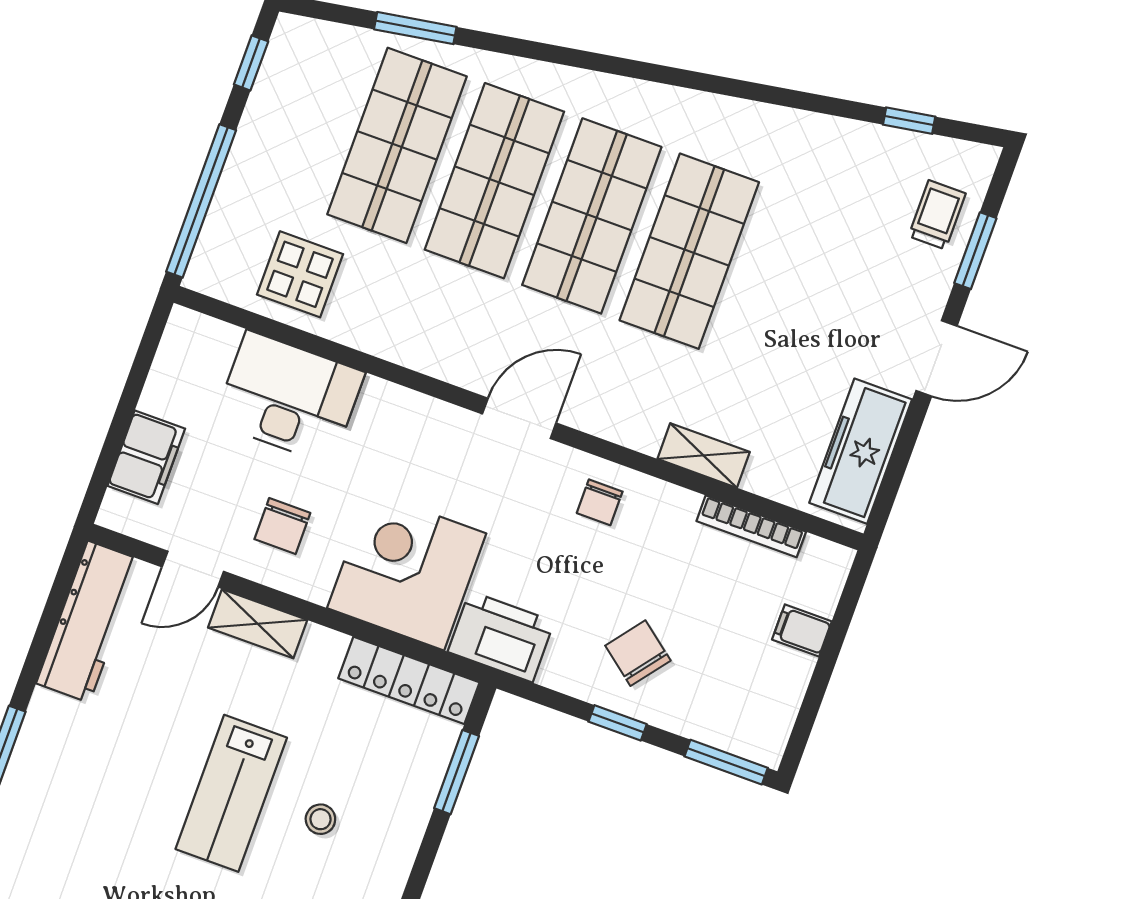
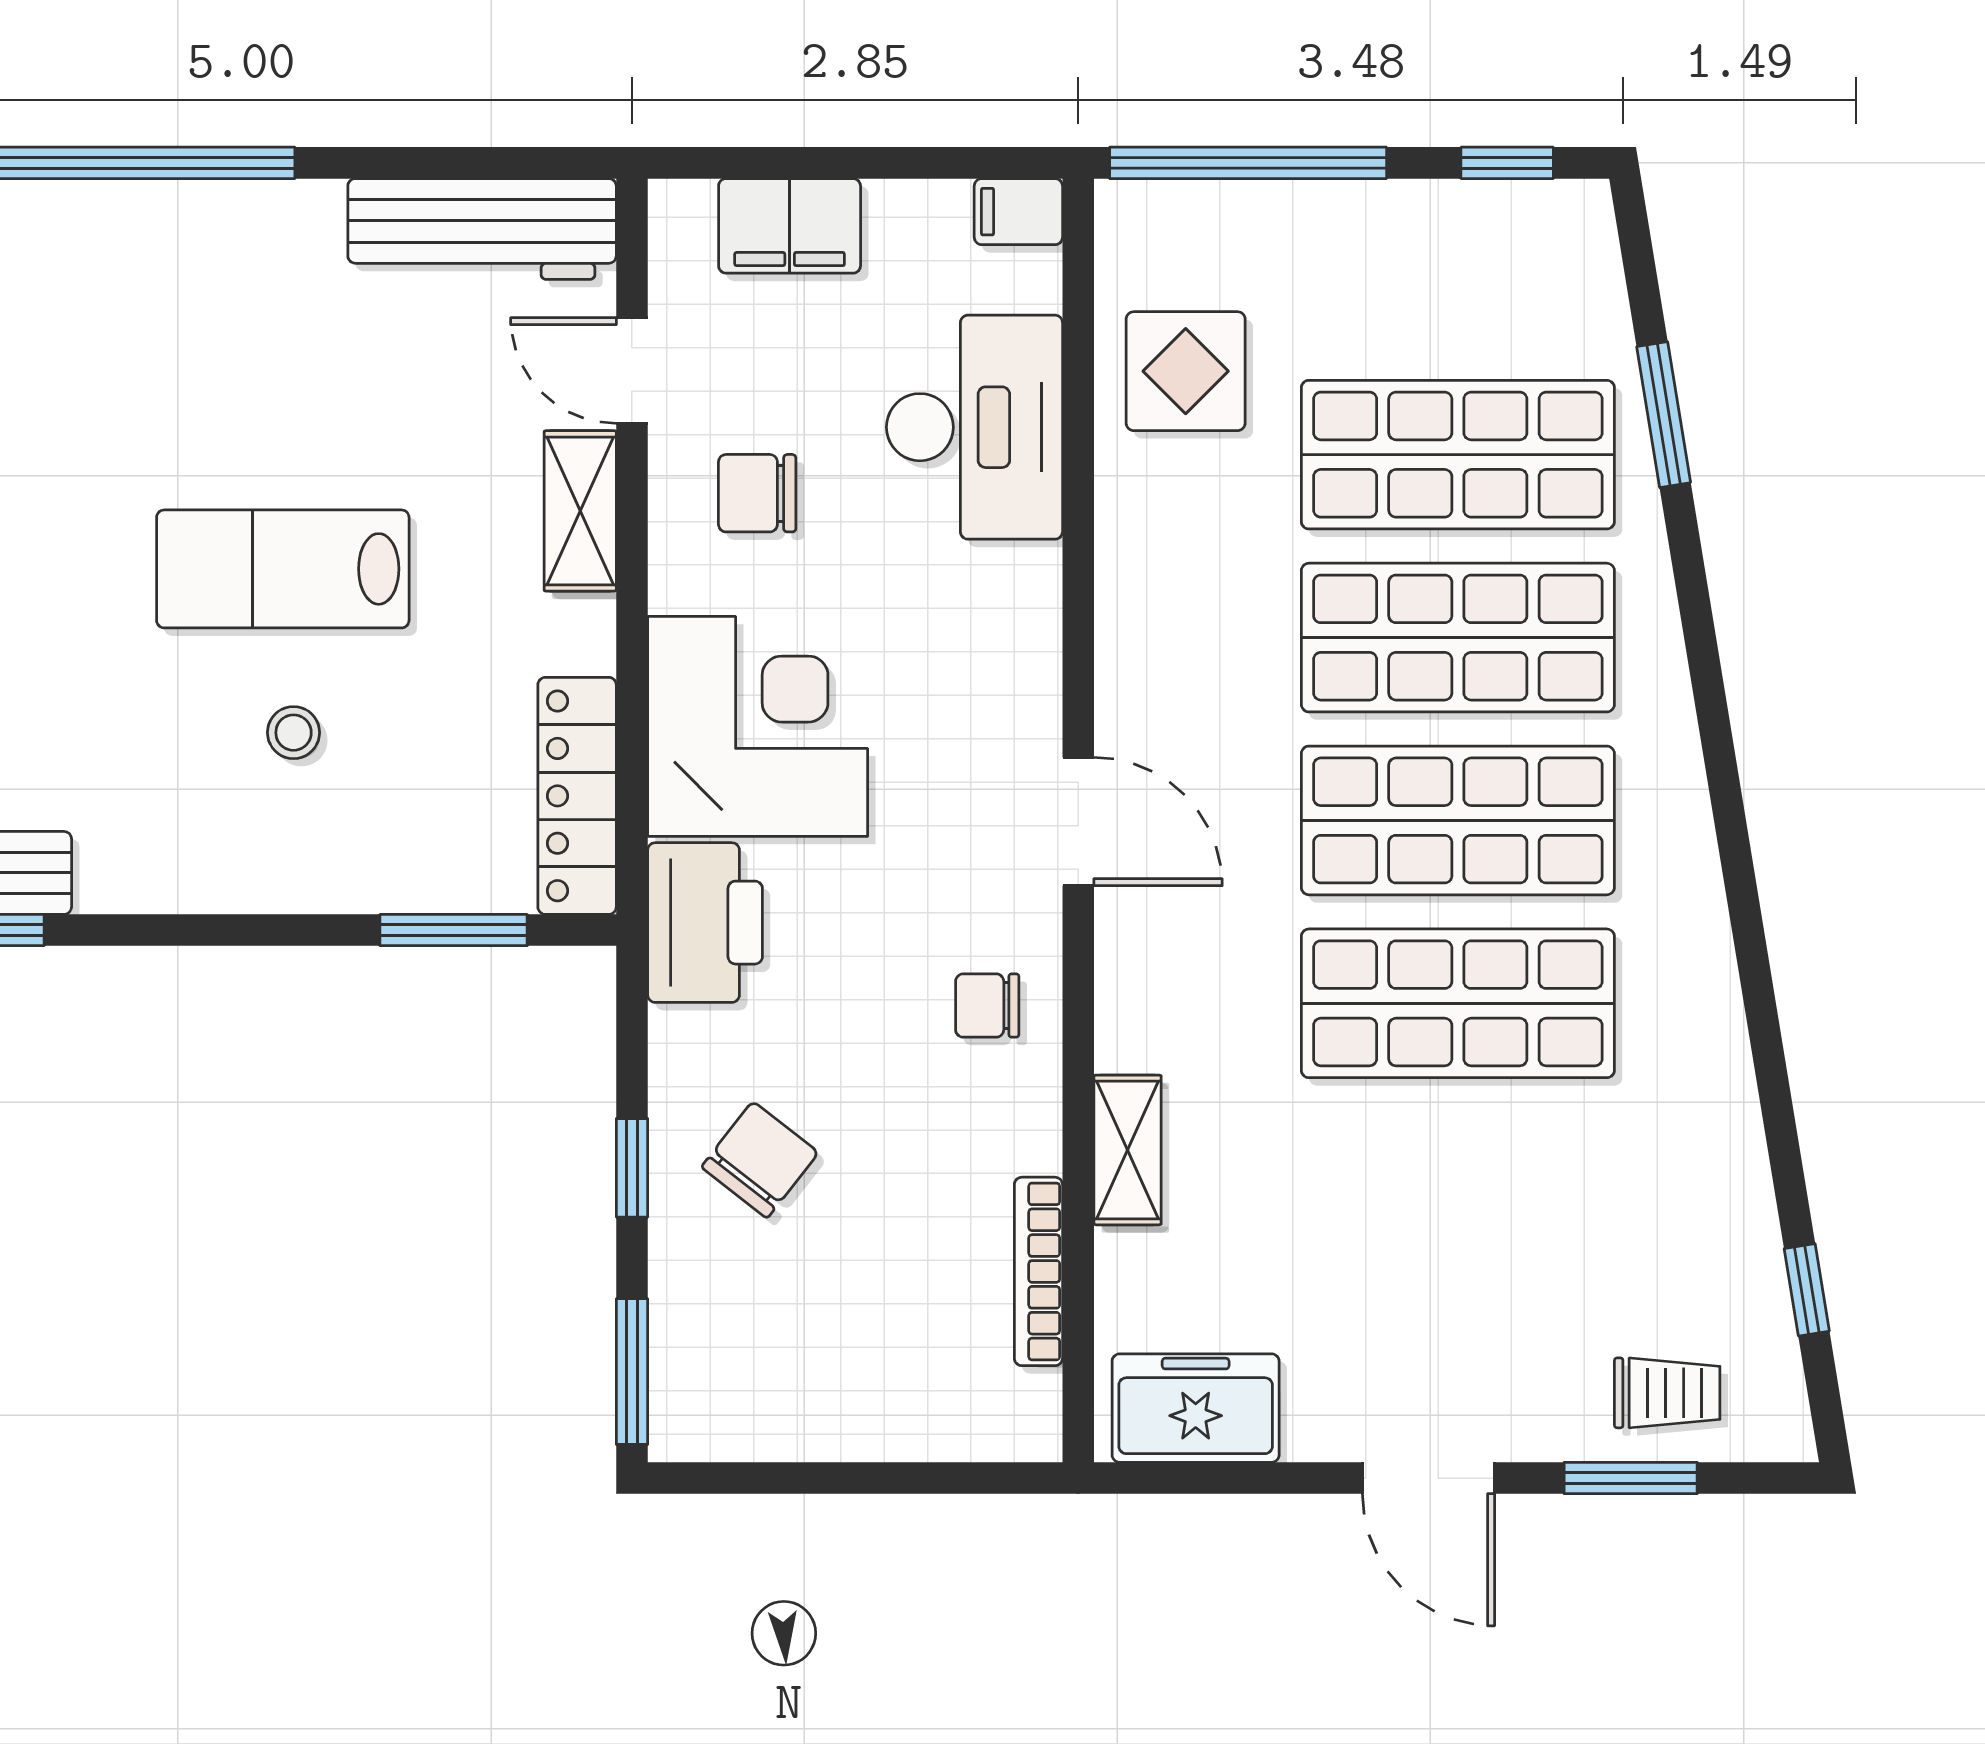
freezer: (861, 451) -> (1196, 1408), width x0.71
filing cabinet: (802, 631) -> (1018, 212), moved, turned -90

